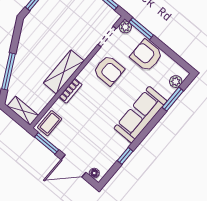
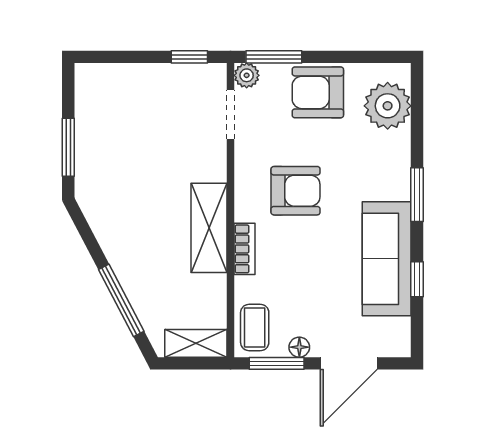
armchair: (109, 70) -> (296, 191), moved
plant: (176, 82) -> (388, 106), width x1.88, depth x1.88
window: (173, 99) -> (417, 195), moved
sofa: (140, 115) -> (387, 259), moved
floor lamp: (94, 173) -> (299, 347), moved

